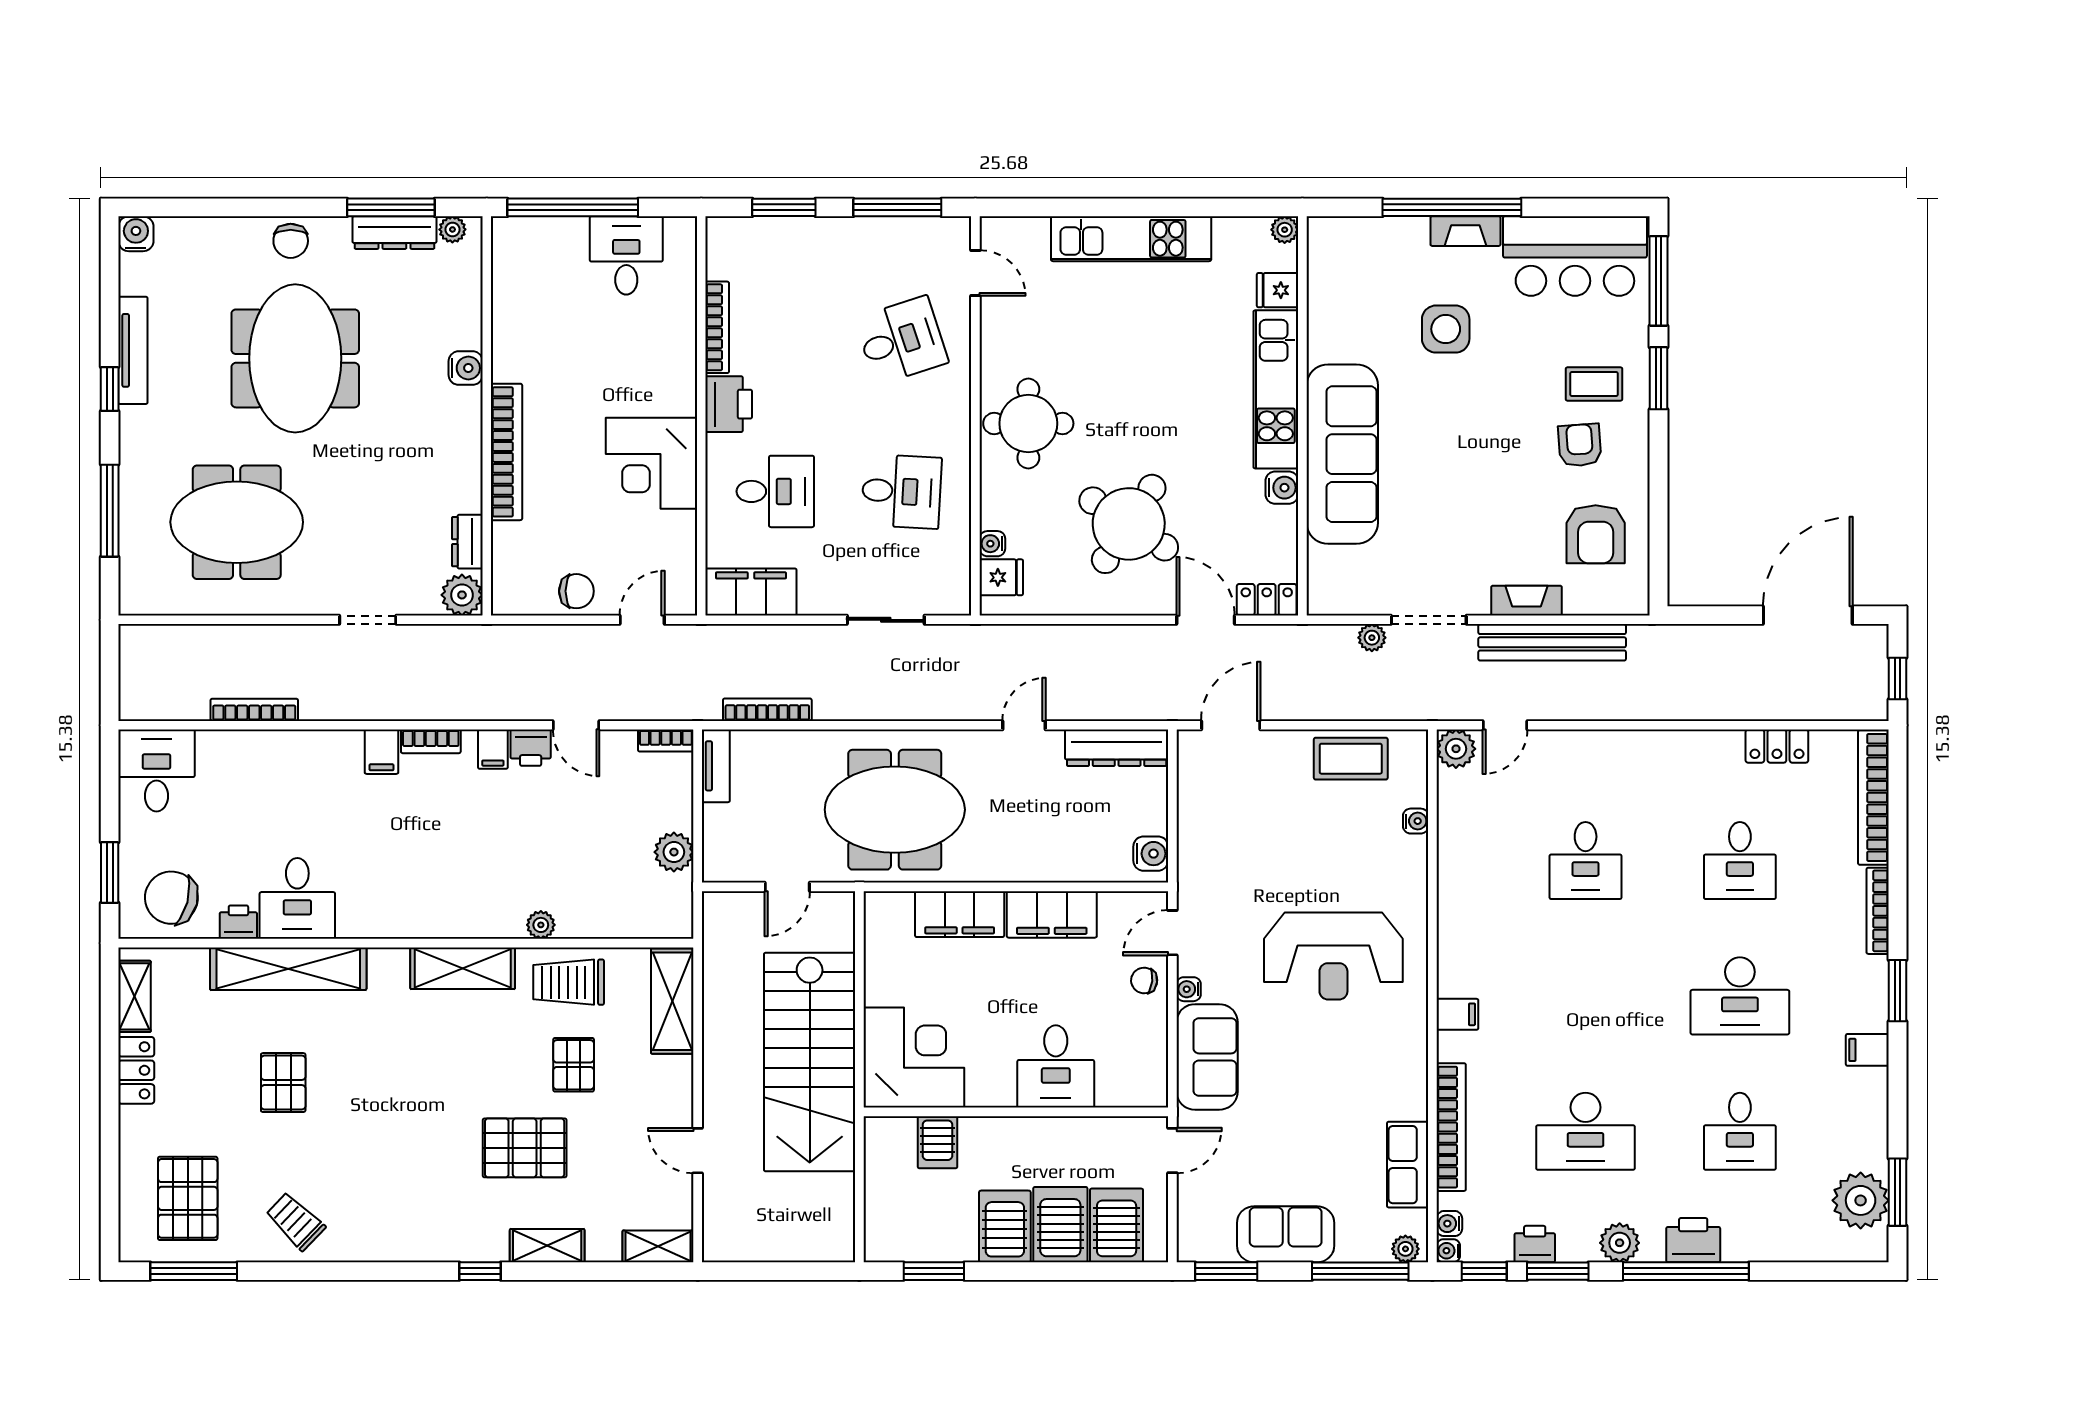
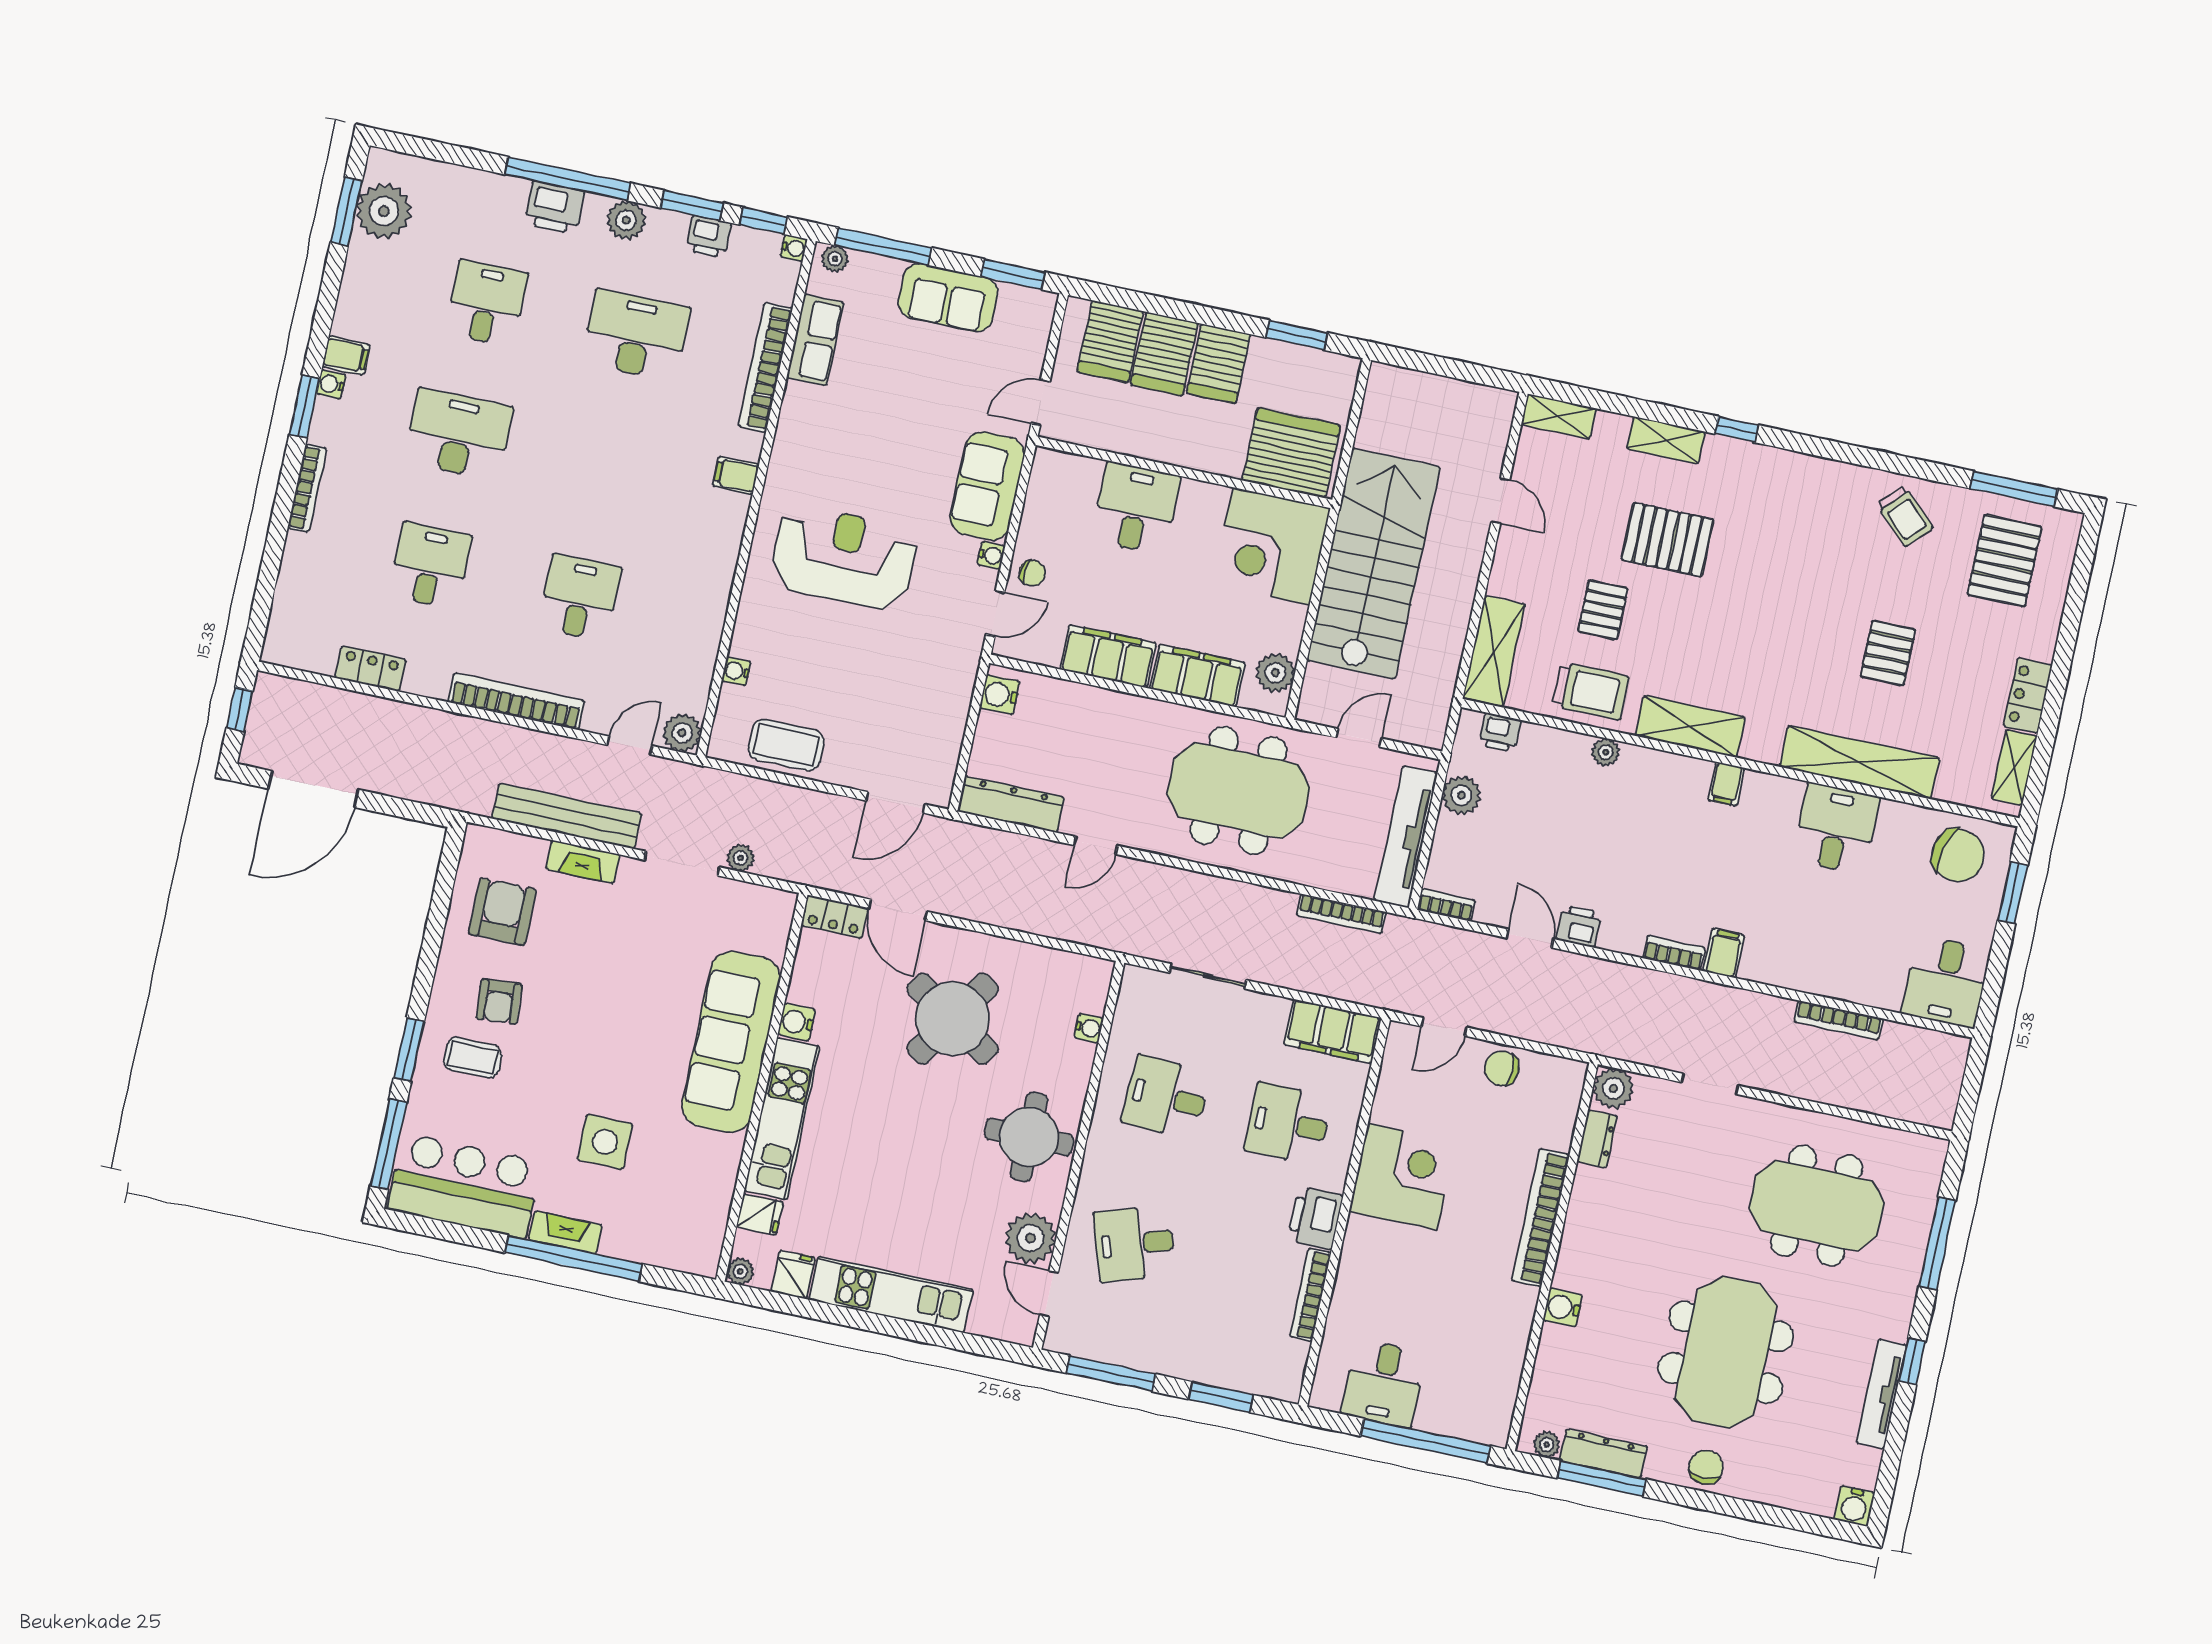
plant: (1005, 324) -> (1031, 1238), added
fridge: (1001, 577) -> (793, 1275), moved, turned 90
filing cabinet: (493, 749) -> (1726, 784), moved, turned 180
tv unit: (716, 766) -> (1406, 837), width x1.92, depth x1.29
bookcase: (1873, 797) -> (516, 701), moved, turned -90
printer: (238, 922) -> (1500, 733), moved
plant: (883, 933) -> (1275, 673), added
server rack: (938, 1142) -> (1291, 453), width x2.18, depth x1.44
water cooler: (1449, 1224) -> (331, 384), moved, turned 180

